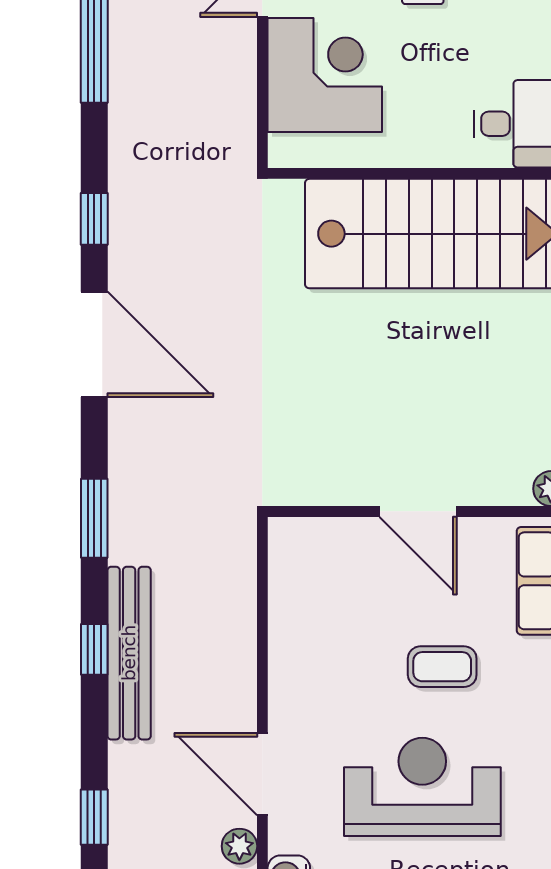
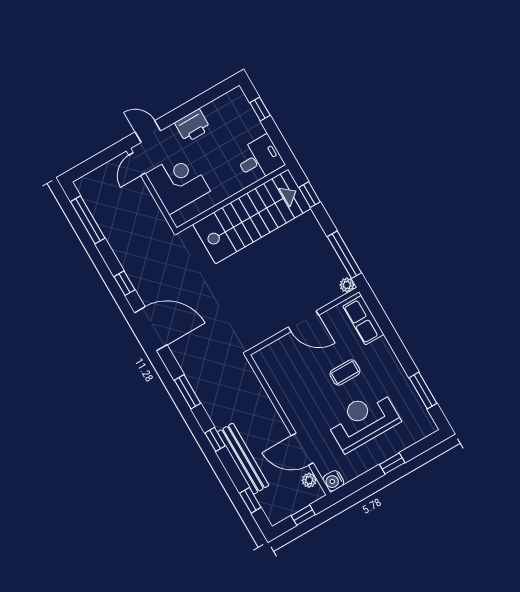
bench: (129, 653) -> (243, 459), moved

